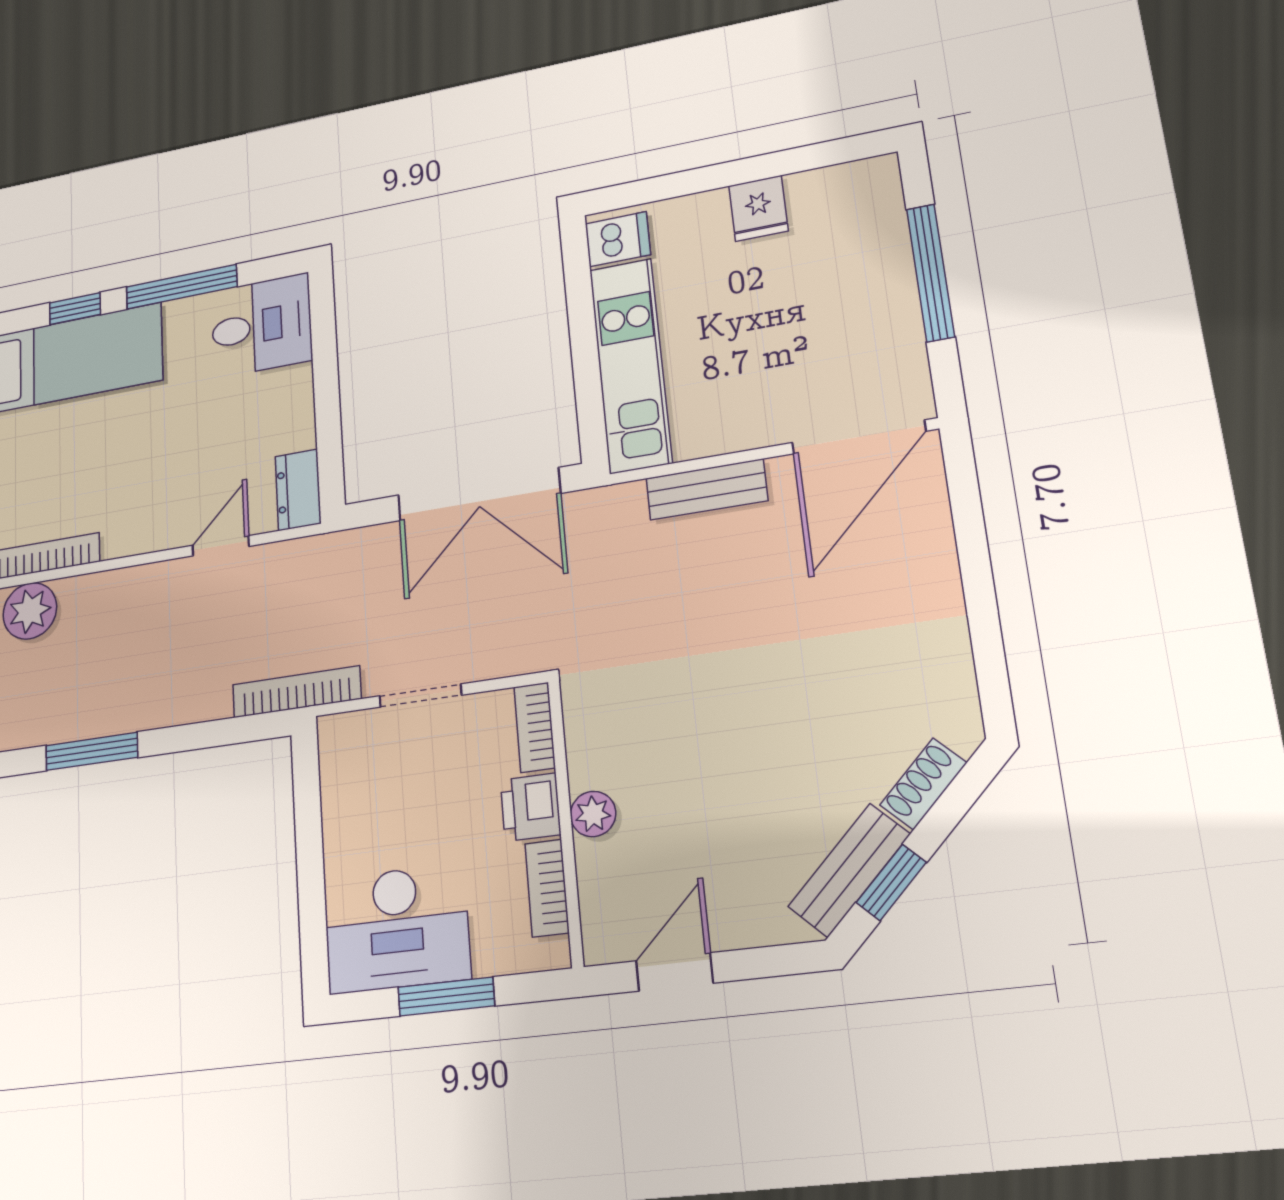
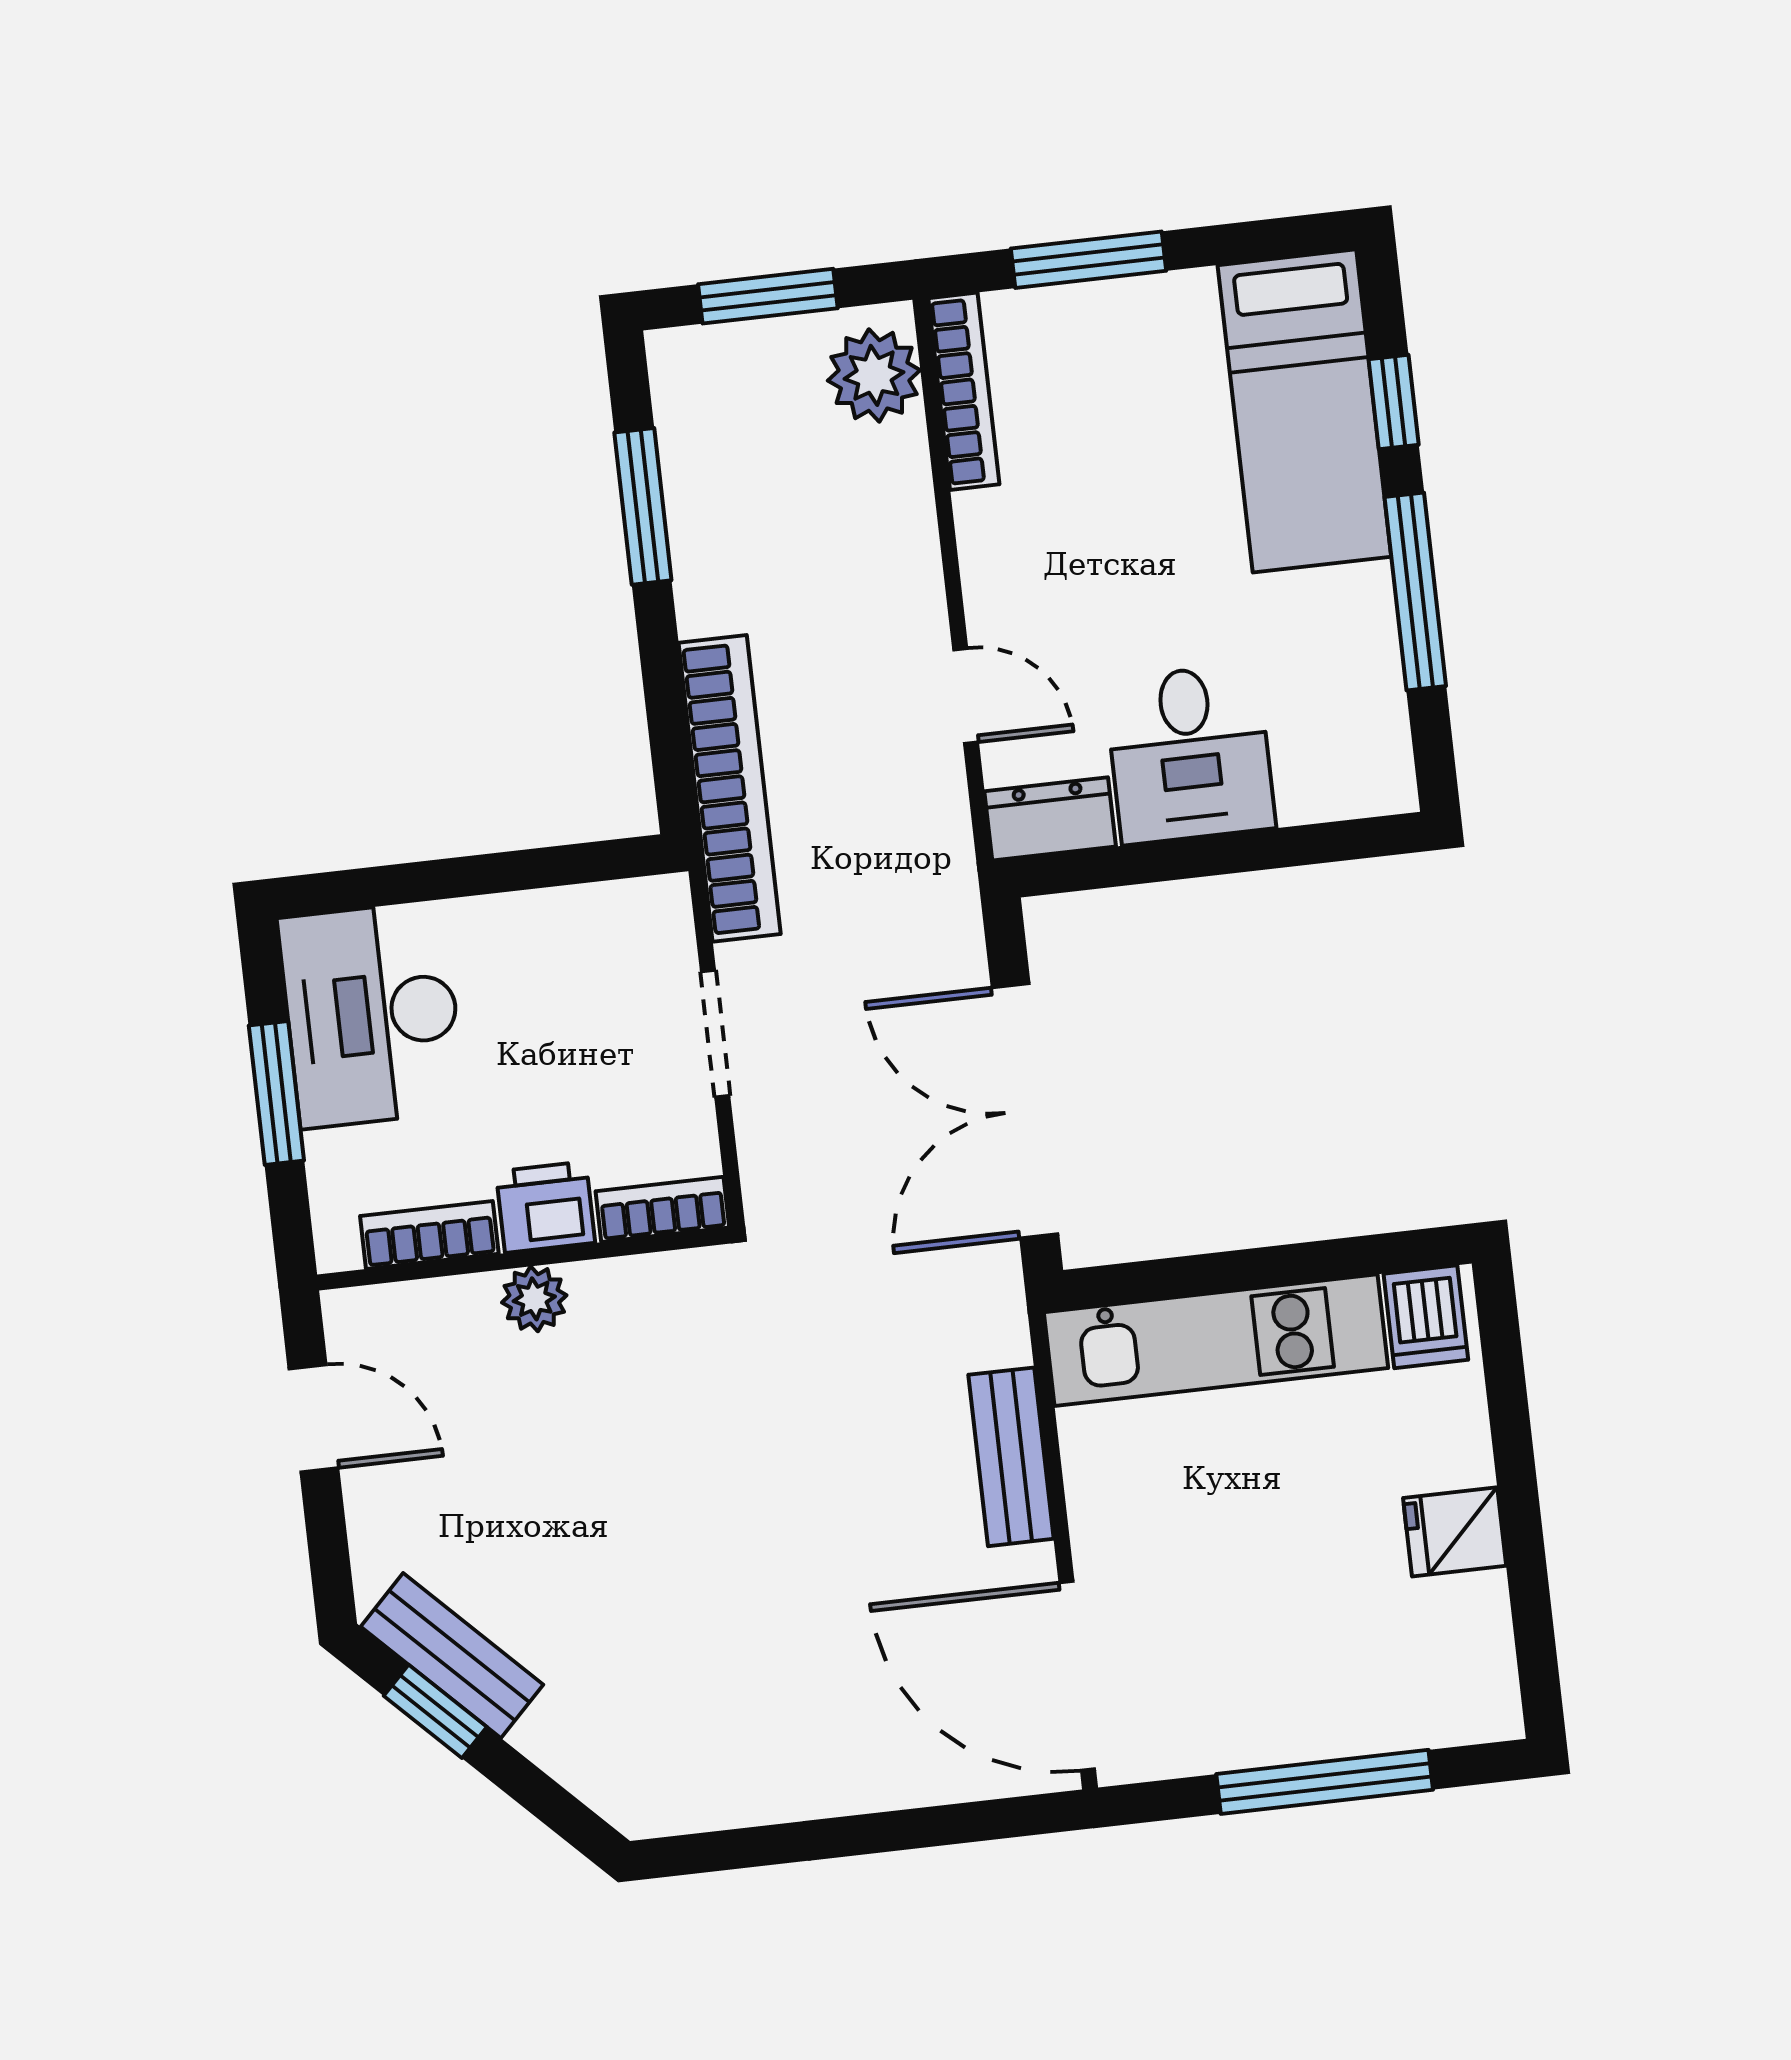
desk: (261, 326) -> (1190, 754), moved
bookcase: (297, 692) -> (730, 788), width x1.48, depth x1.31
shoe rack: (923, 784) -> (569, 1756), removed

